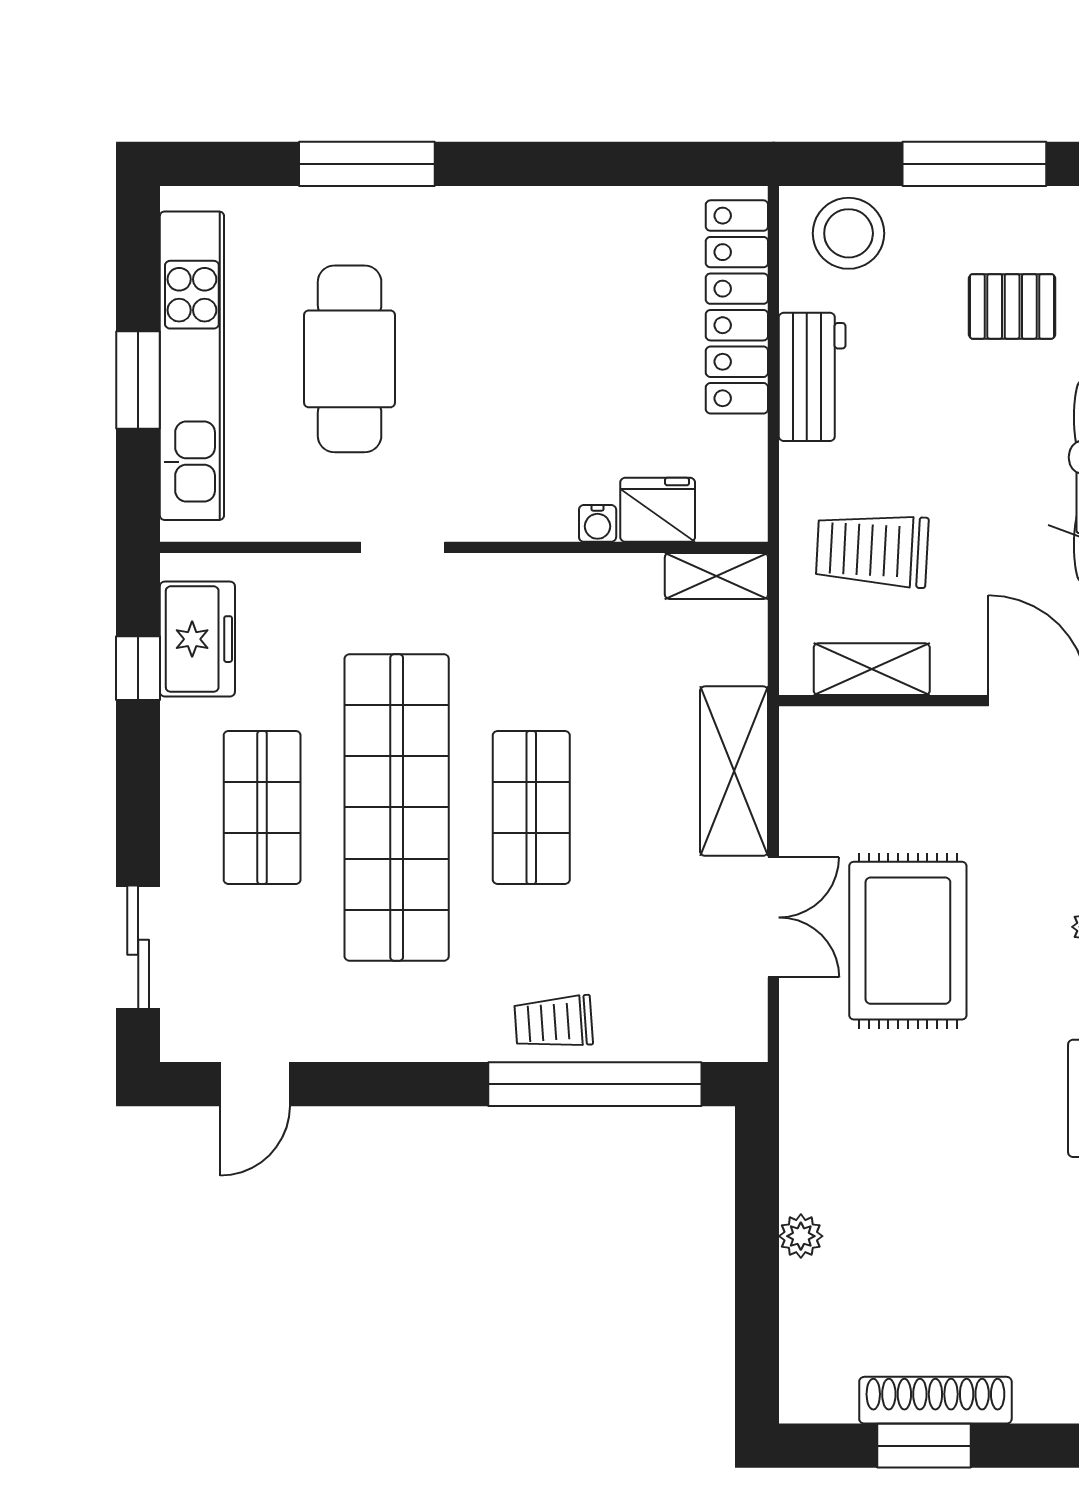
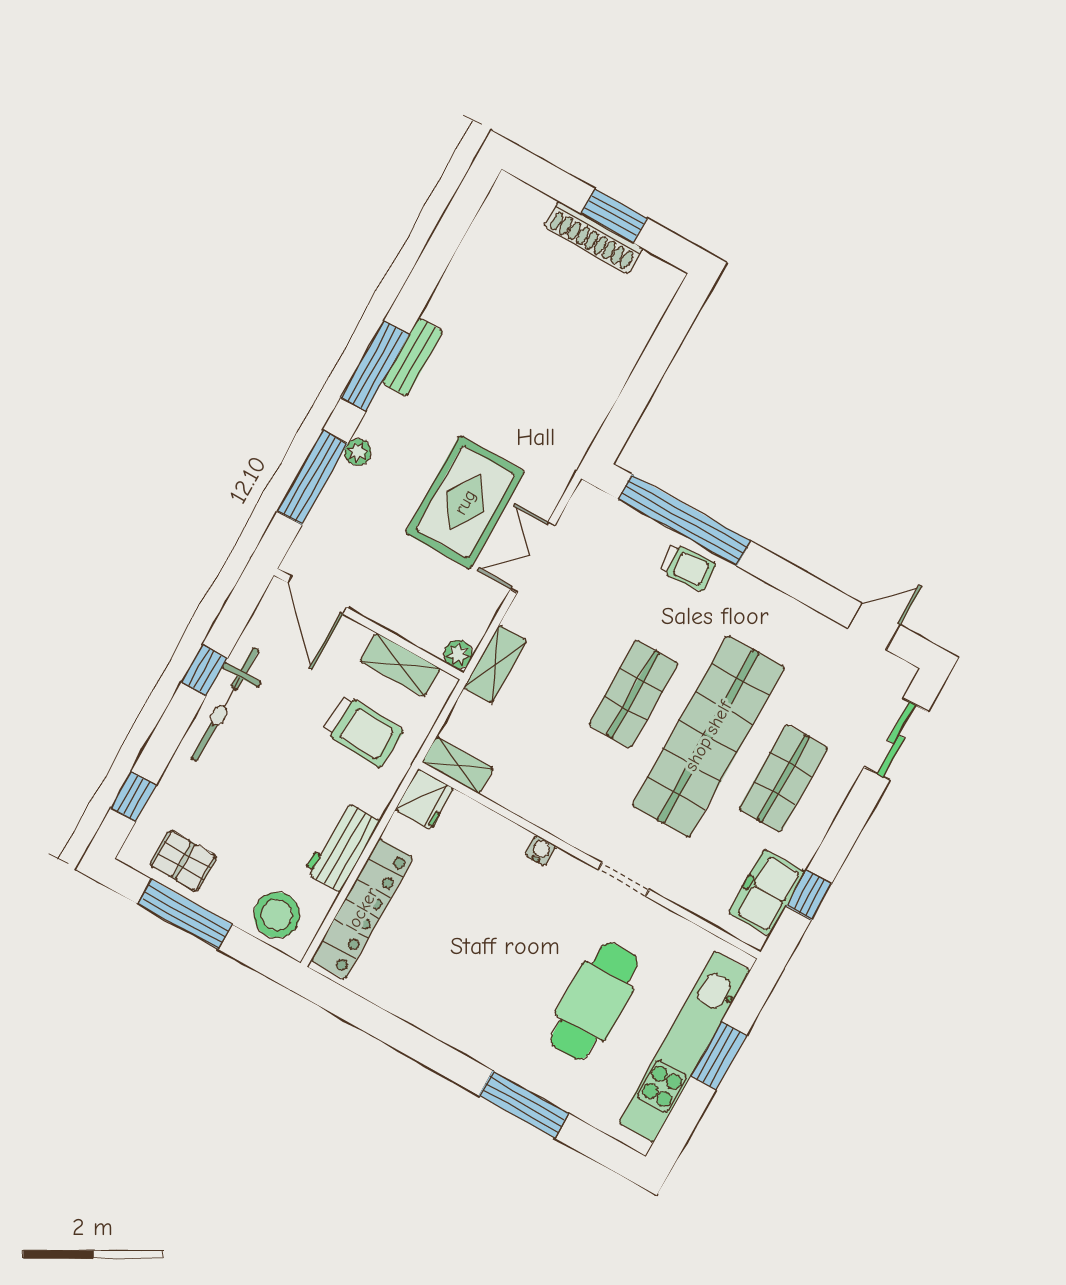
pallet: (1012, 306) -> (183, 861), moved
fridge: (658, 510) -> (424, 799), moved, turned -90
water cooler: (598, 523) -> (540, 850), moved
shelving: (734, 771) -> (495, 664), width x0.67, depth x0.75
plant: (801, 1236) -> (458, 654), moved

